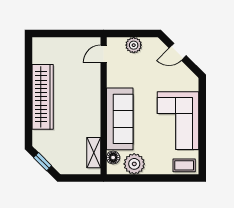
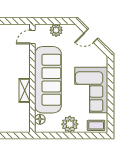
sofa: (120, 119) -> (48, 80), width x1.36, depth x1.27
shelving: (94, 153) -> (25, 90), moved
plant: (134, 164) -> (70, 124), moved

